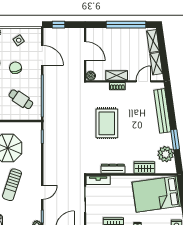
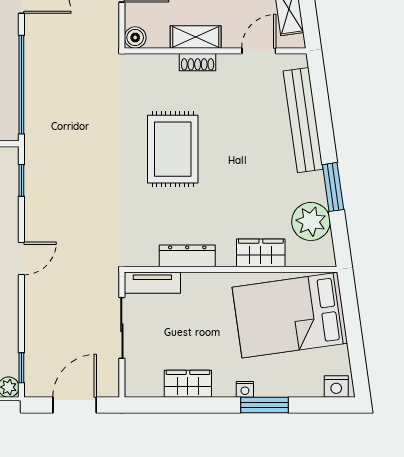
door: (42, 192) -> (21, 258), moved

